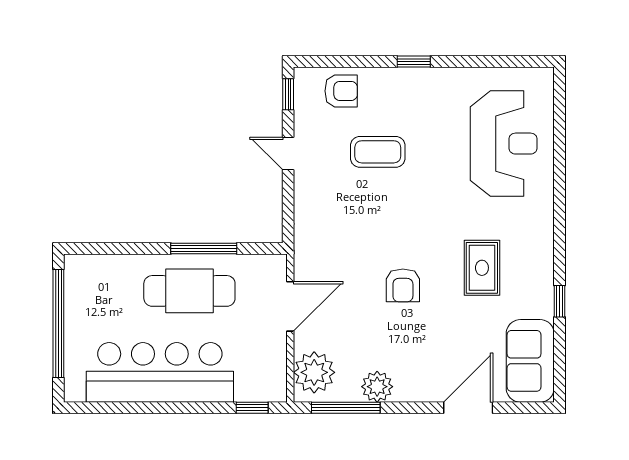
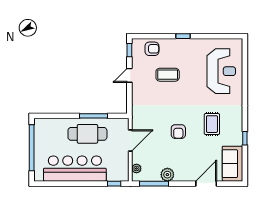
door: (288, 154) -> (129, 75), hinge flipped
plant: (314, 372) -> (136, 169), width x0.53, depth x0.53

